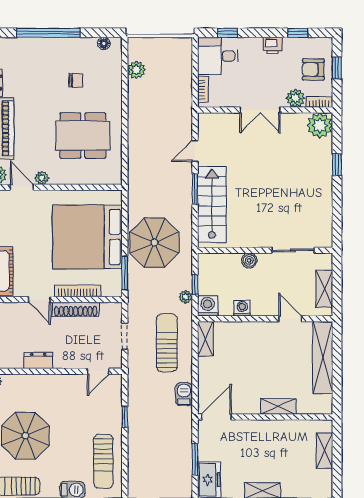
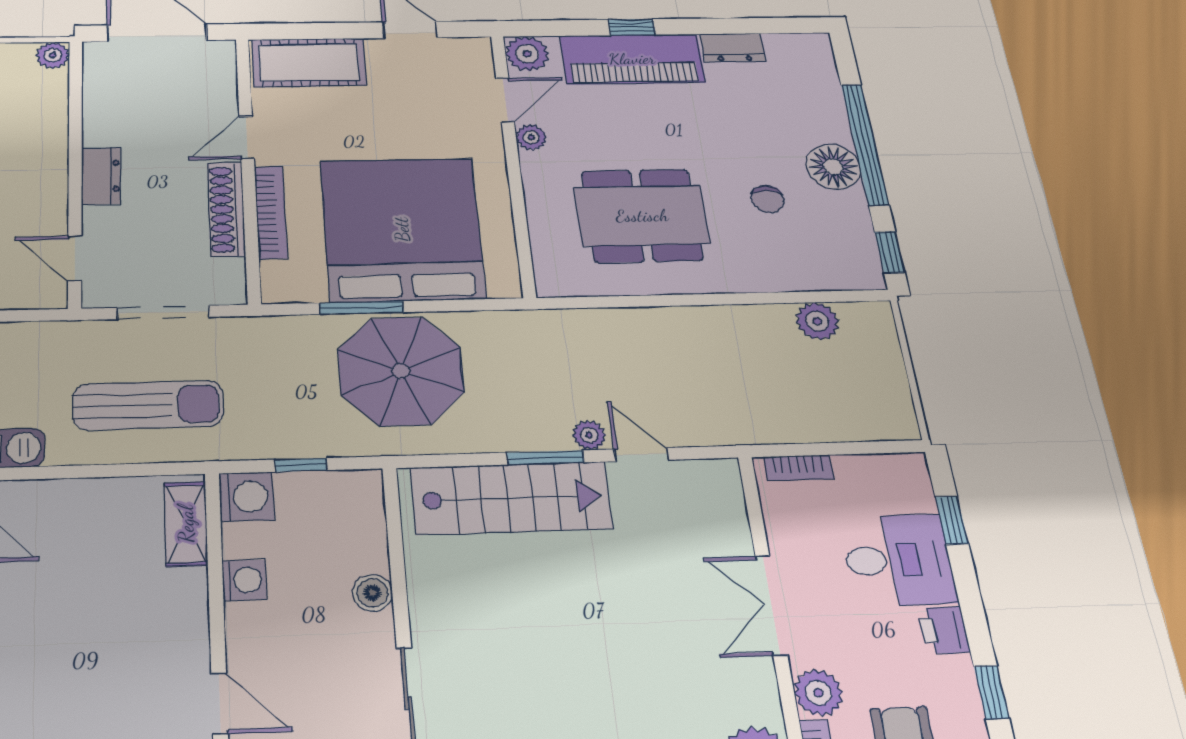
window: (104, 33) -> (890, 252), added
floor lamp: (104, 43) -> (833, 167), moved, width x1.89, depth x1.89
desk: (218, 56) -> (898, 560), moved, turned 90
dining table: (83, 136) -> (642, 216), turned 90
window: (125, 273) -> (362, 308), moved
plant: (186, 297) -> (589, 435), moved
door: (290, 319) -> (220, 704), hinge flipped
doorway: (125, 336) -> (163, 312), width x1.38
shelving: (205, 339) -> (186, 524), moved, turned 90
dresser: (38, 361) -> (101, 176), moved

